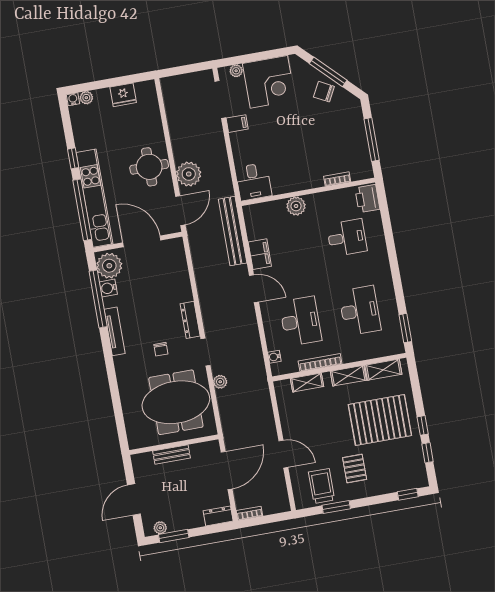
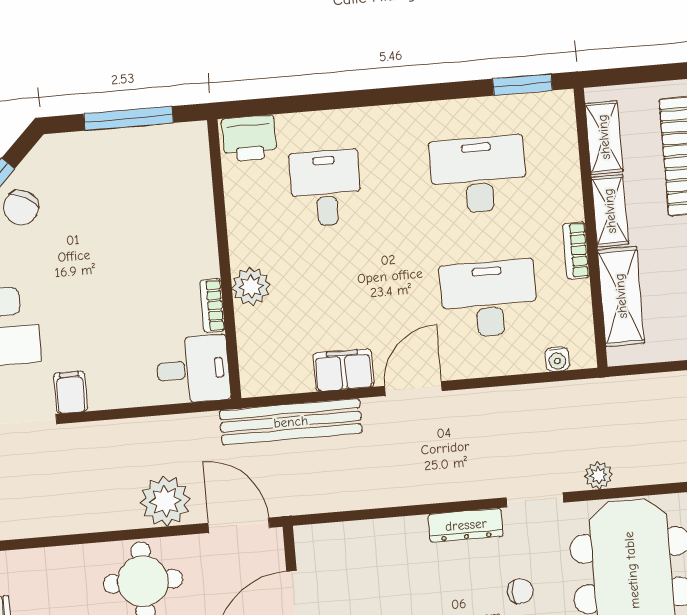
bookcase: (337, 179) -> (212, 306), moved
bookcase: (320, 362) -> (576, 250), width x0.64
shelving: (307, 383) -> (621, 296), width x1.50, depth x1.33

